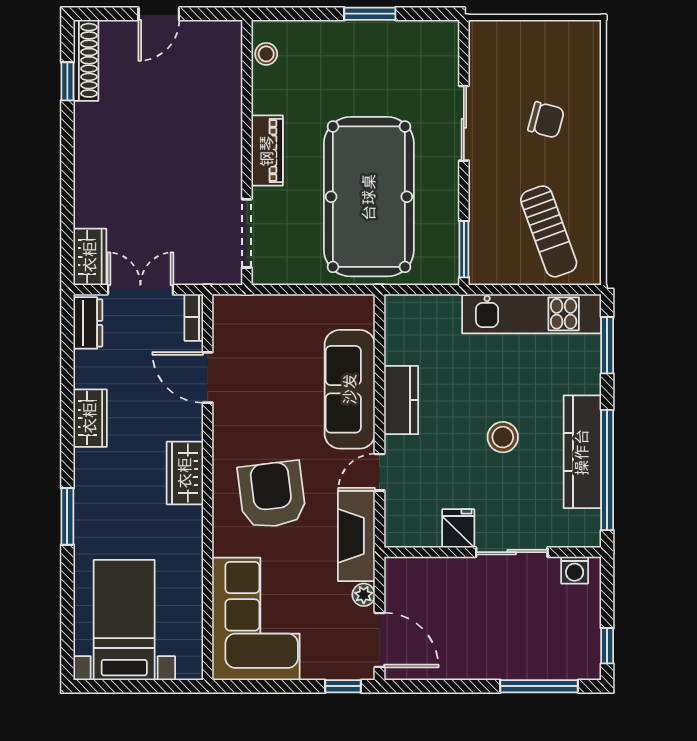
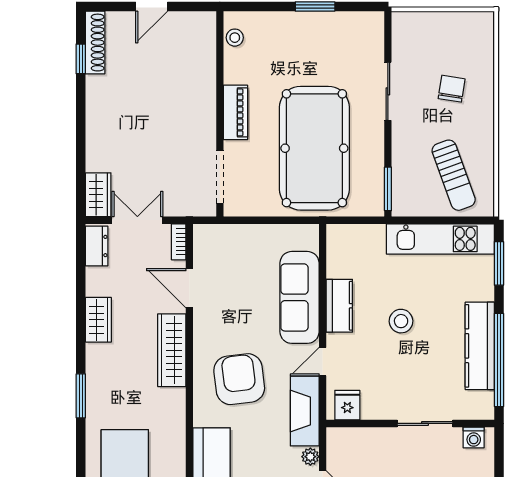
chair: (546, 120) -> (452, 89), turned -96
stool: (503, 437) -> (401, 321), moved
wardrobe: (185, 473) -> (172, 350), width x1.50
fridge: (458, 528) -> (347, 405), moved

